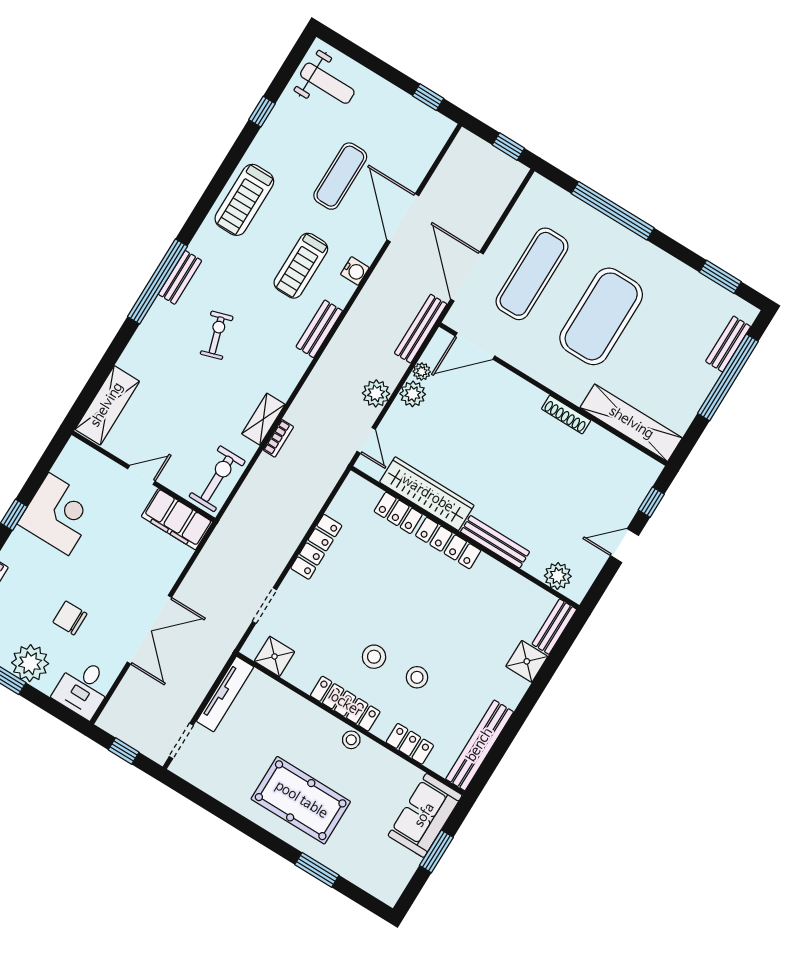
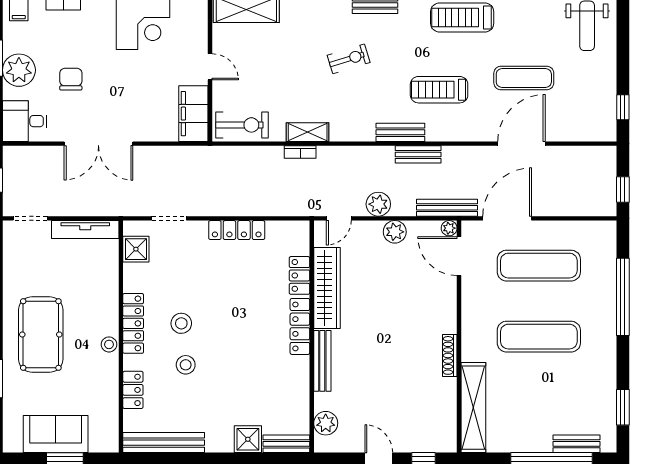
water cooler: (355, 271) -> (460, 132), removed
exercise mat: (601, 316) -> (539, 337), width x0.68
bench: (351, 325) -> (418, 154), added
plant: (422, 372) -> (449, 228), moved
sofa: (425, 815) -> (56, 434), moved

